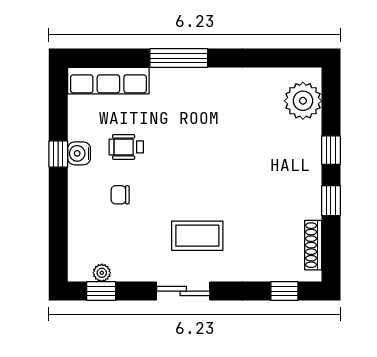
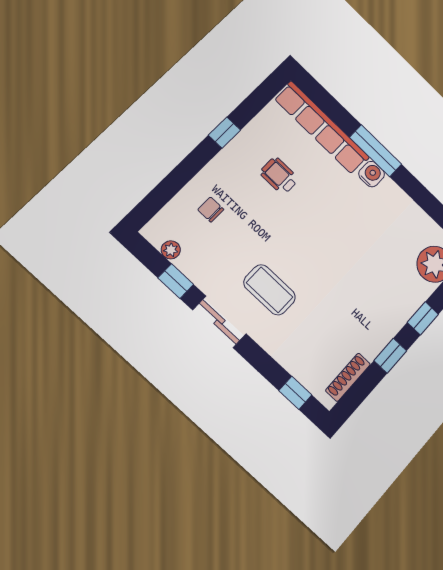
row of seats: (108, 81) -> (322, 128), width x1.36
water cooler: (79, 153) -> (372, 174), moved, turned 90
chair: (120, 195) -> (211, 210), moved
window: (101, 291) -> (176, 281), moved

